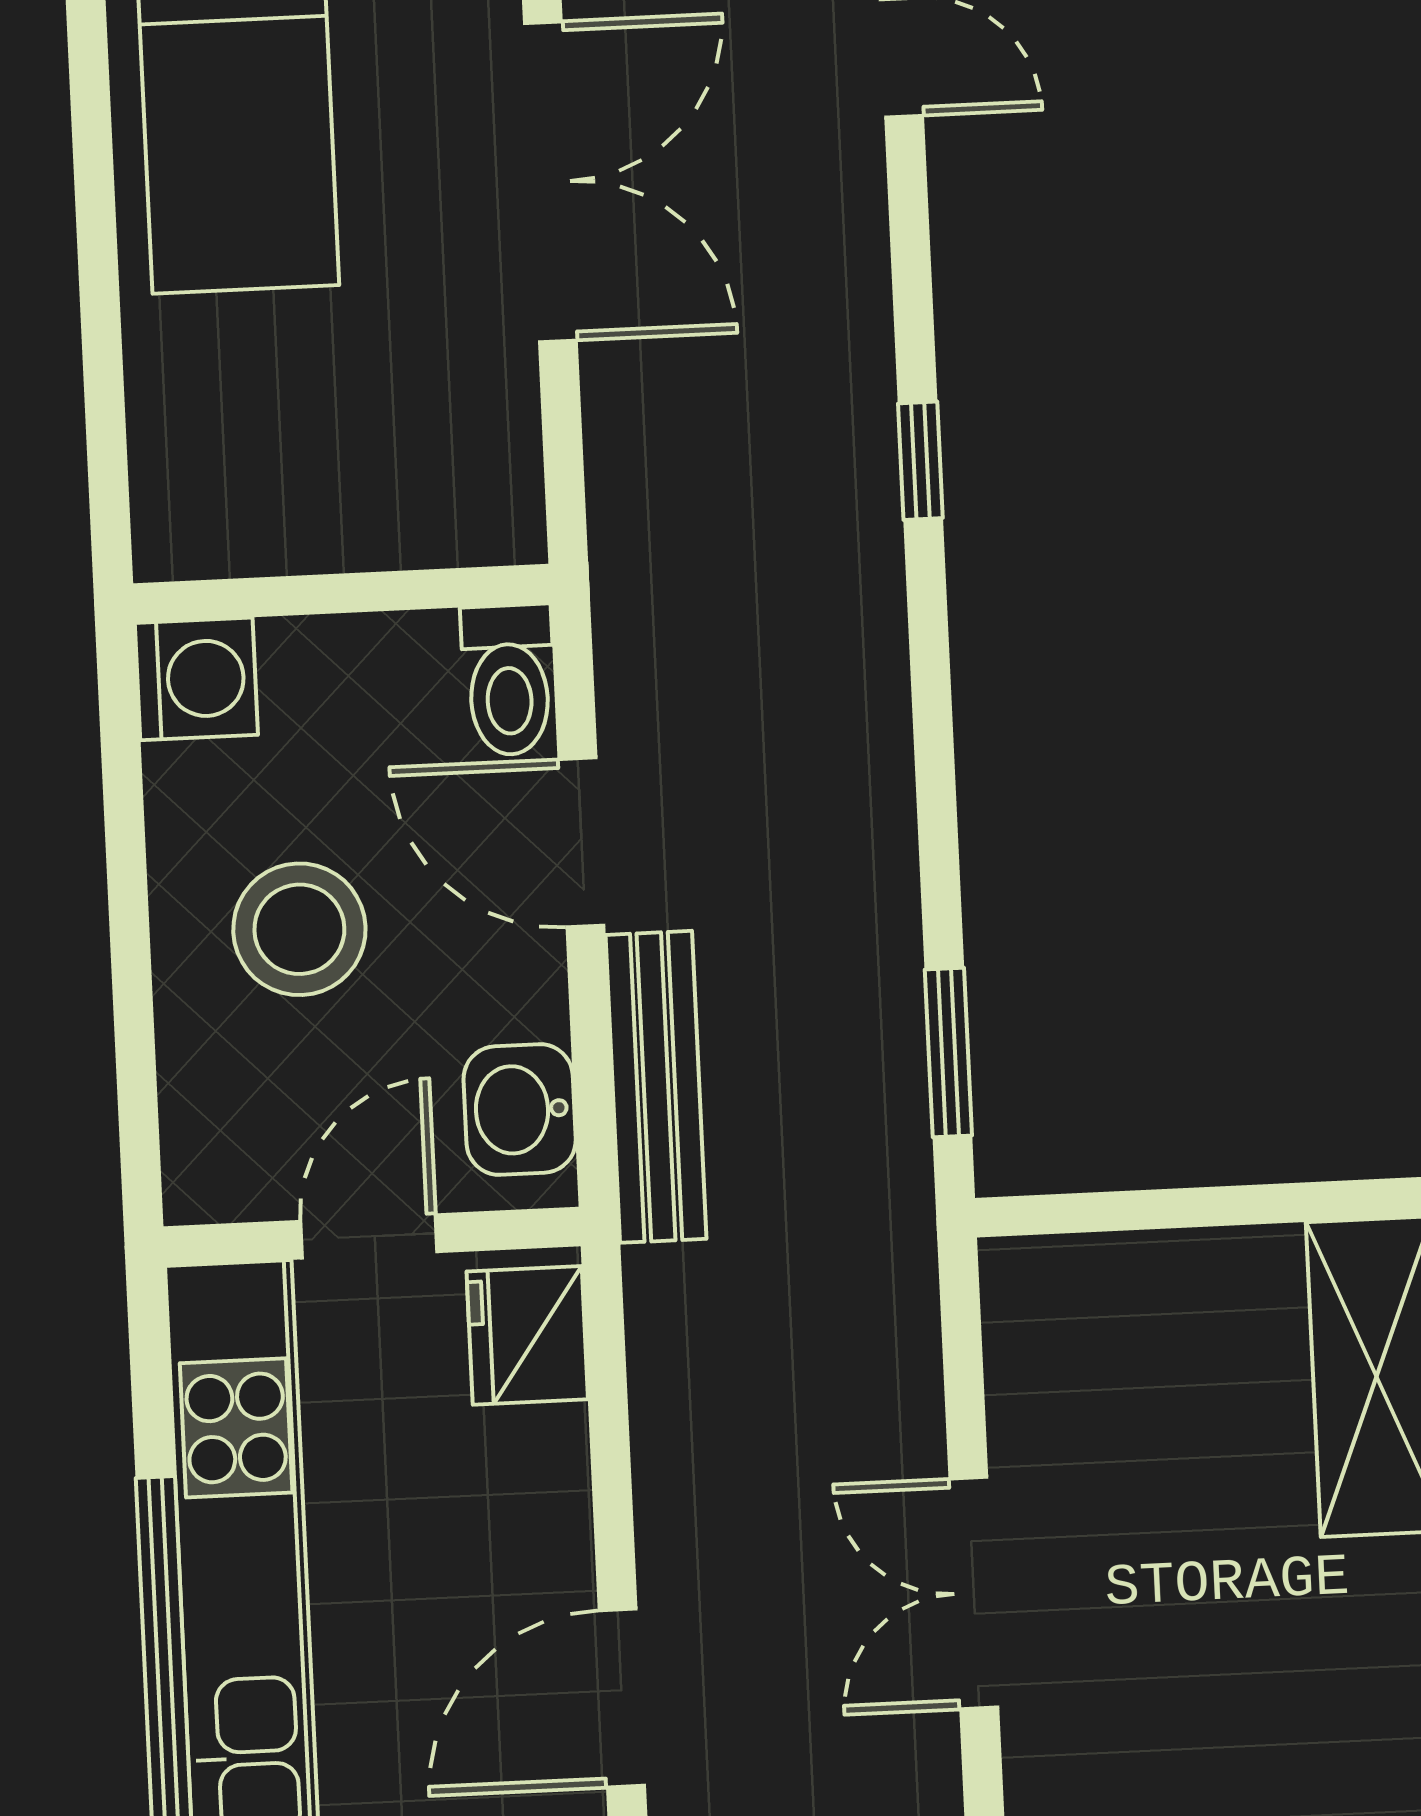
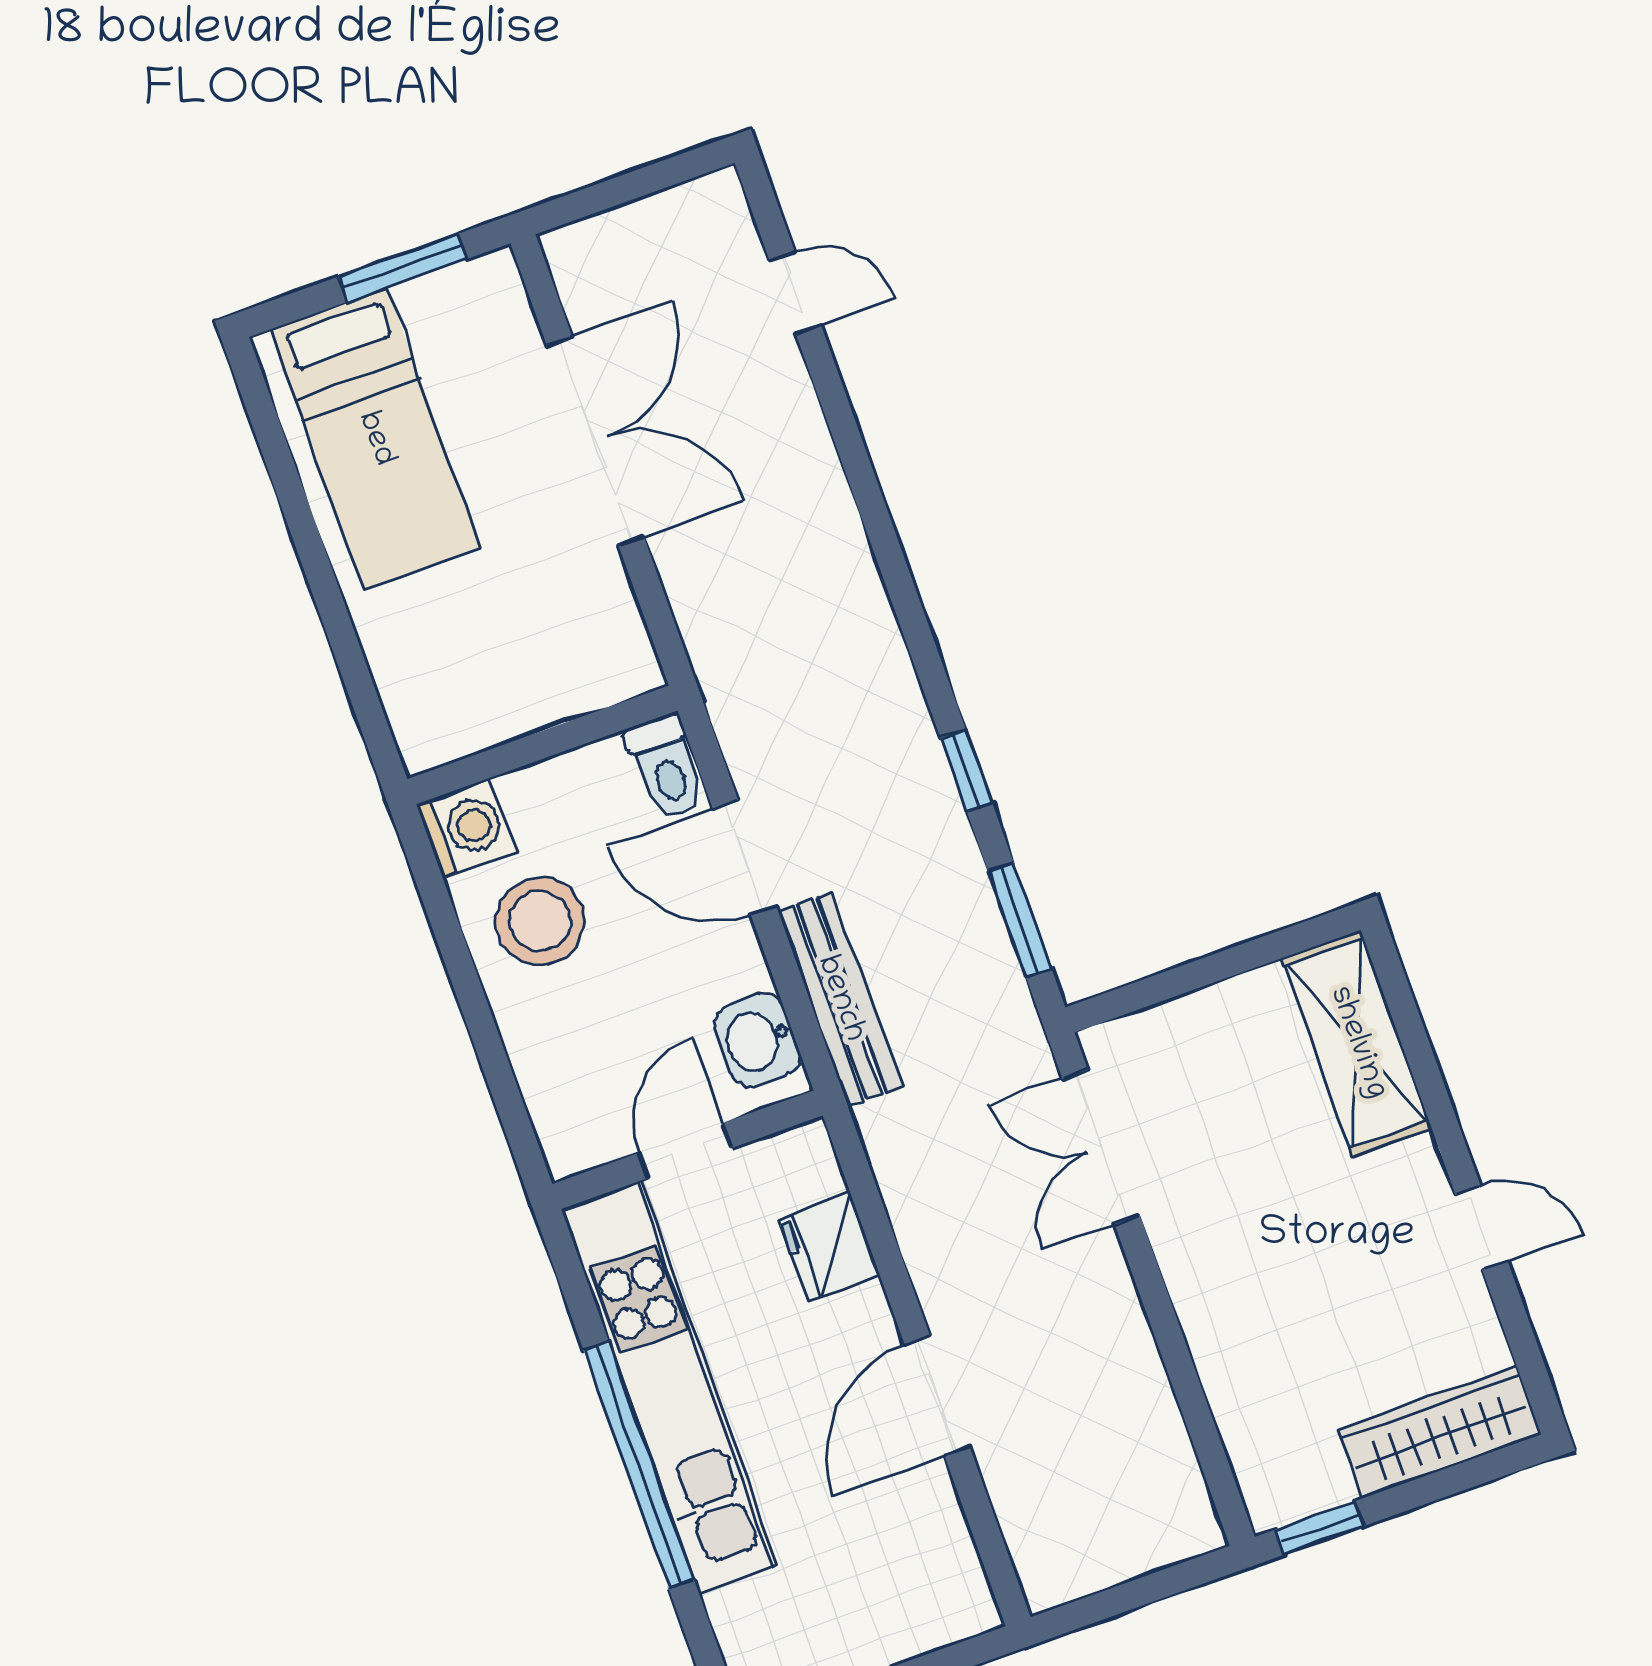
window: (920, 461) -> (967, 771), moved
stool: (299, 929) -> (540, 921), moved
fridge: (527, 1335) -> (829, 1248), moved
double door: (974, 1593) -> (1101, 1147), moved

